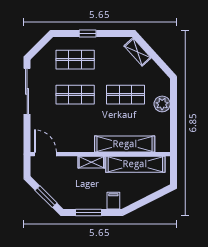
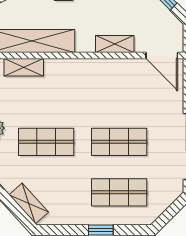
shelving: (125, 144) -> (24, 67), width x0.45, depth x0.75
shelving: (91, 162) -> (115, 44), moved

